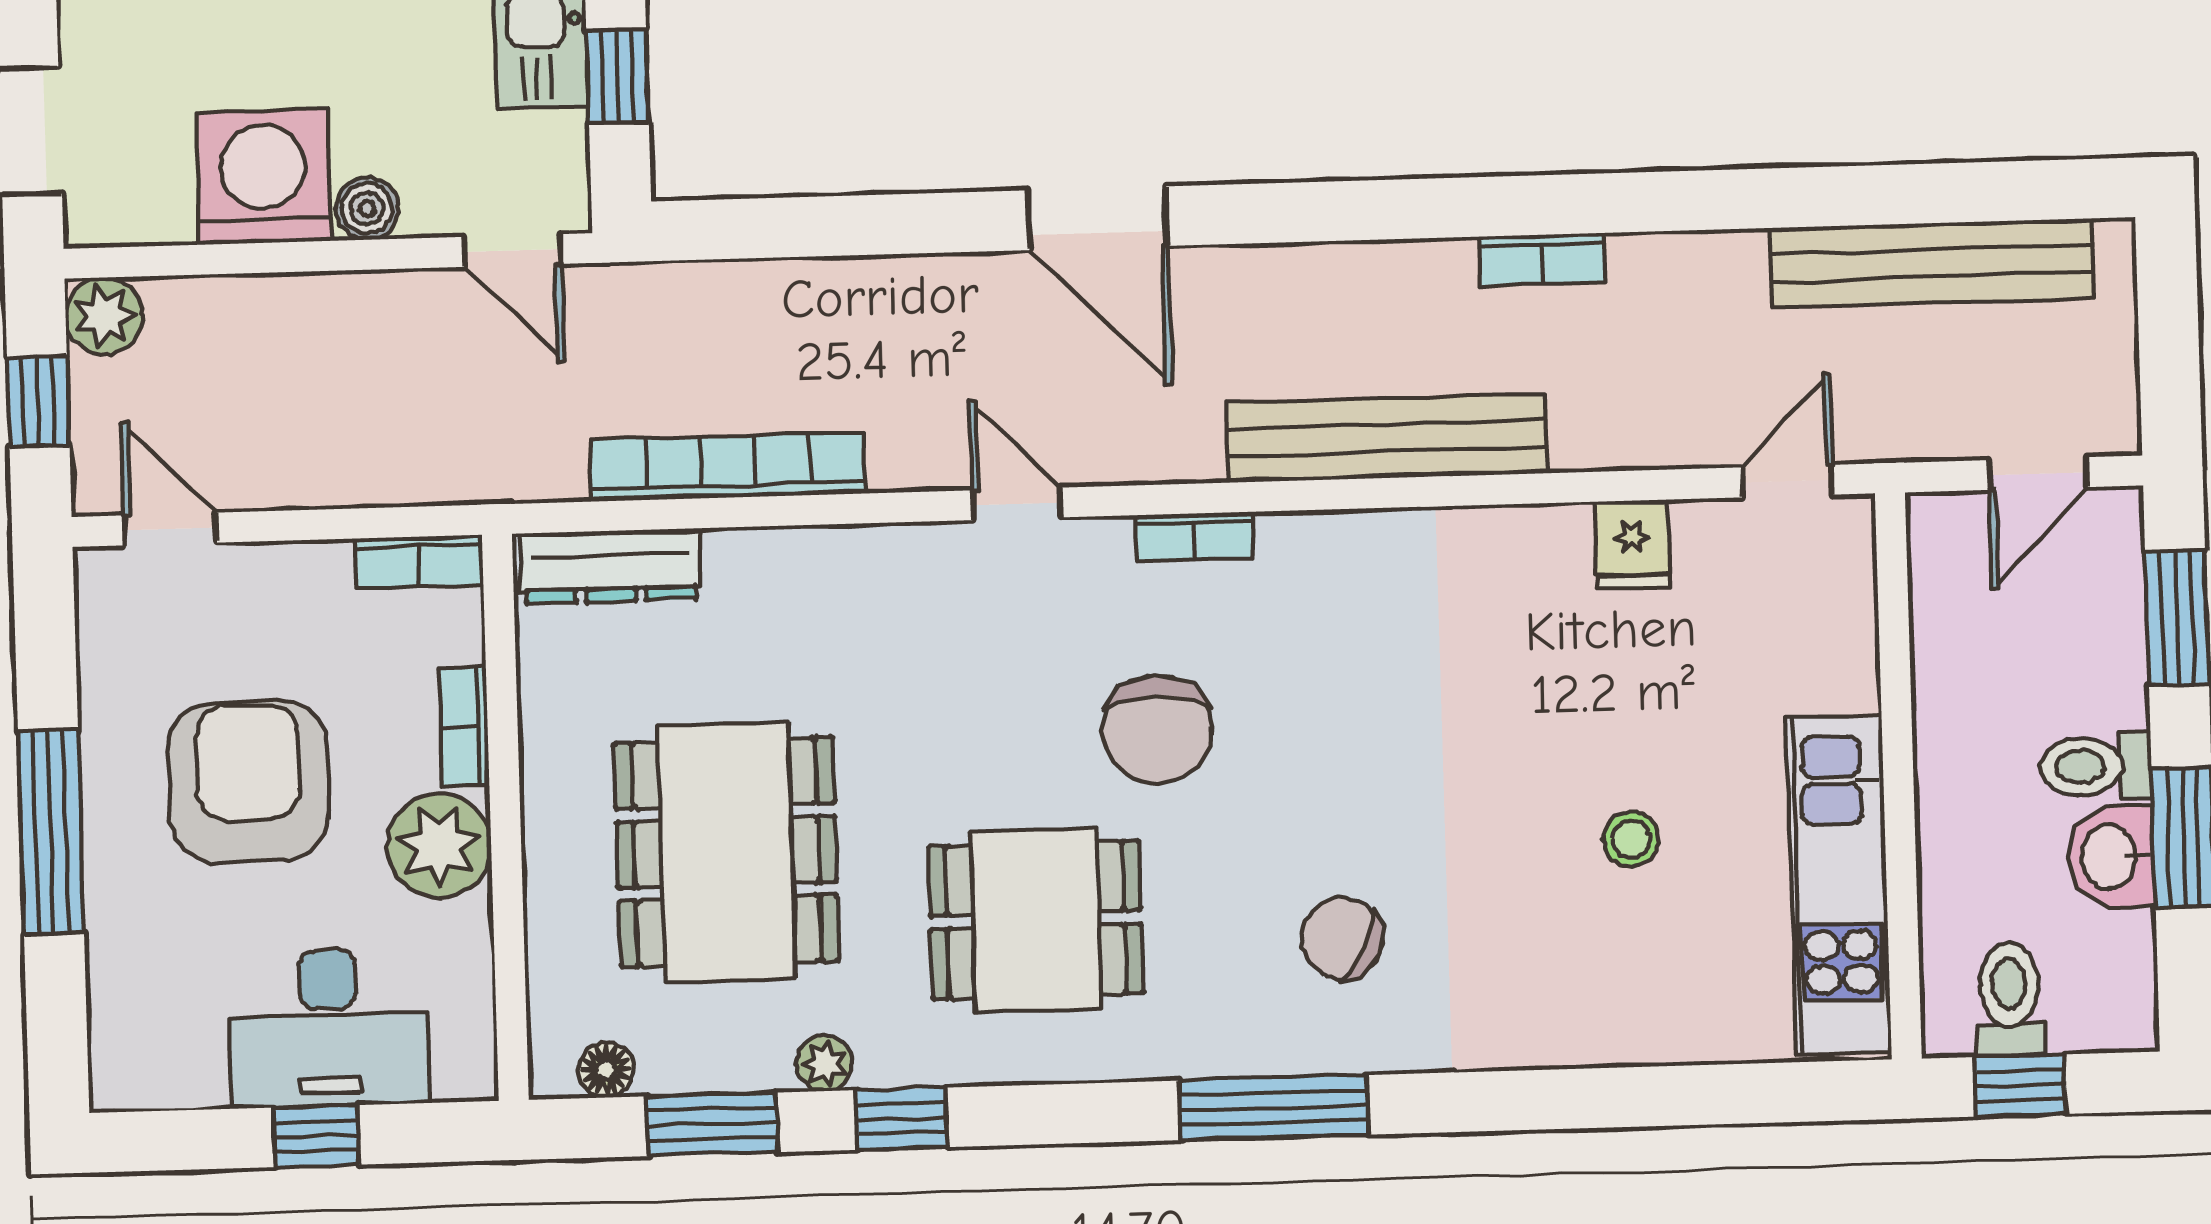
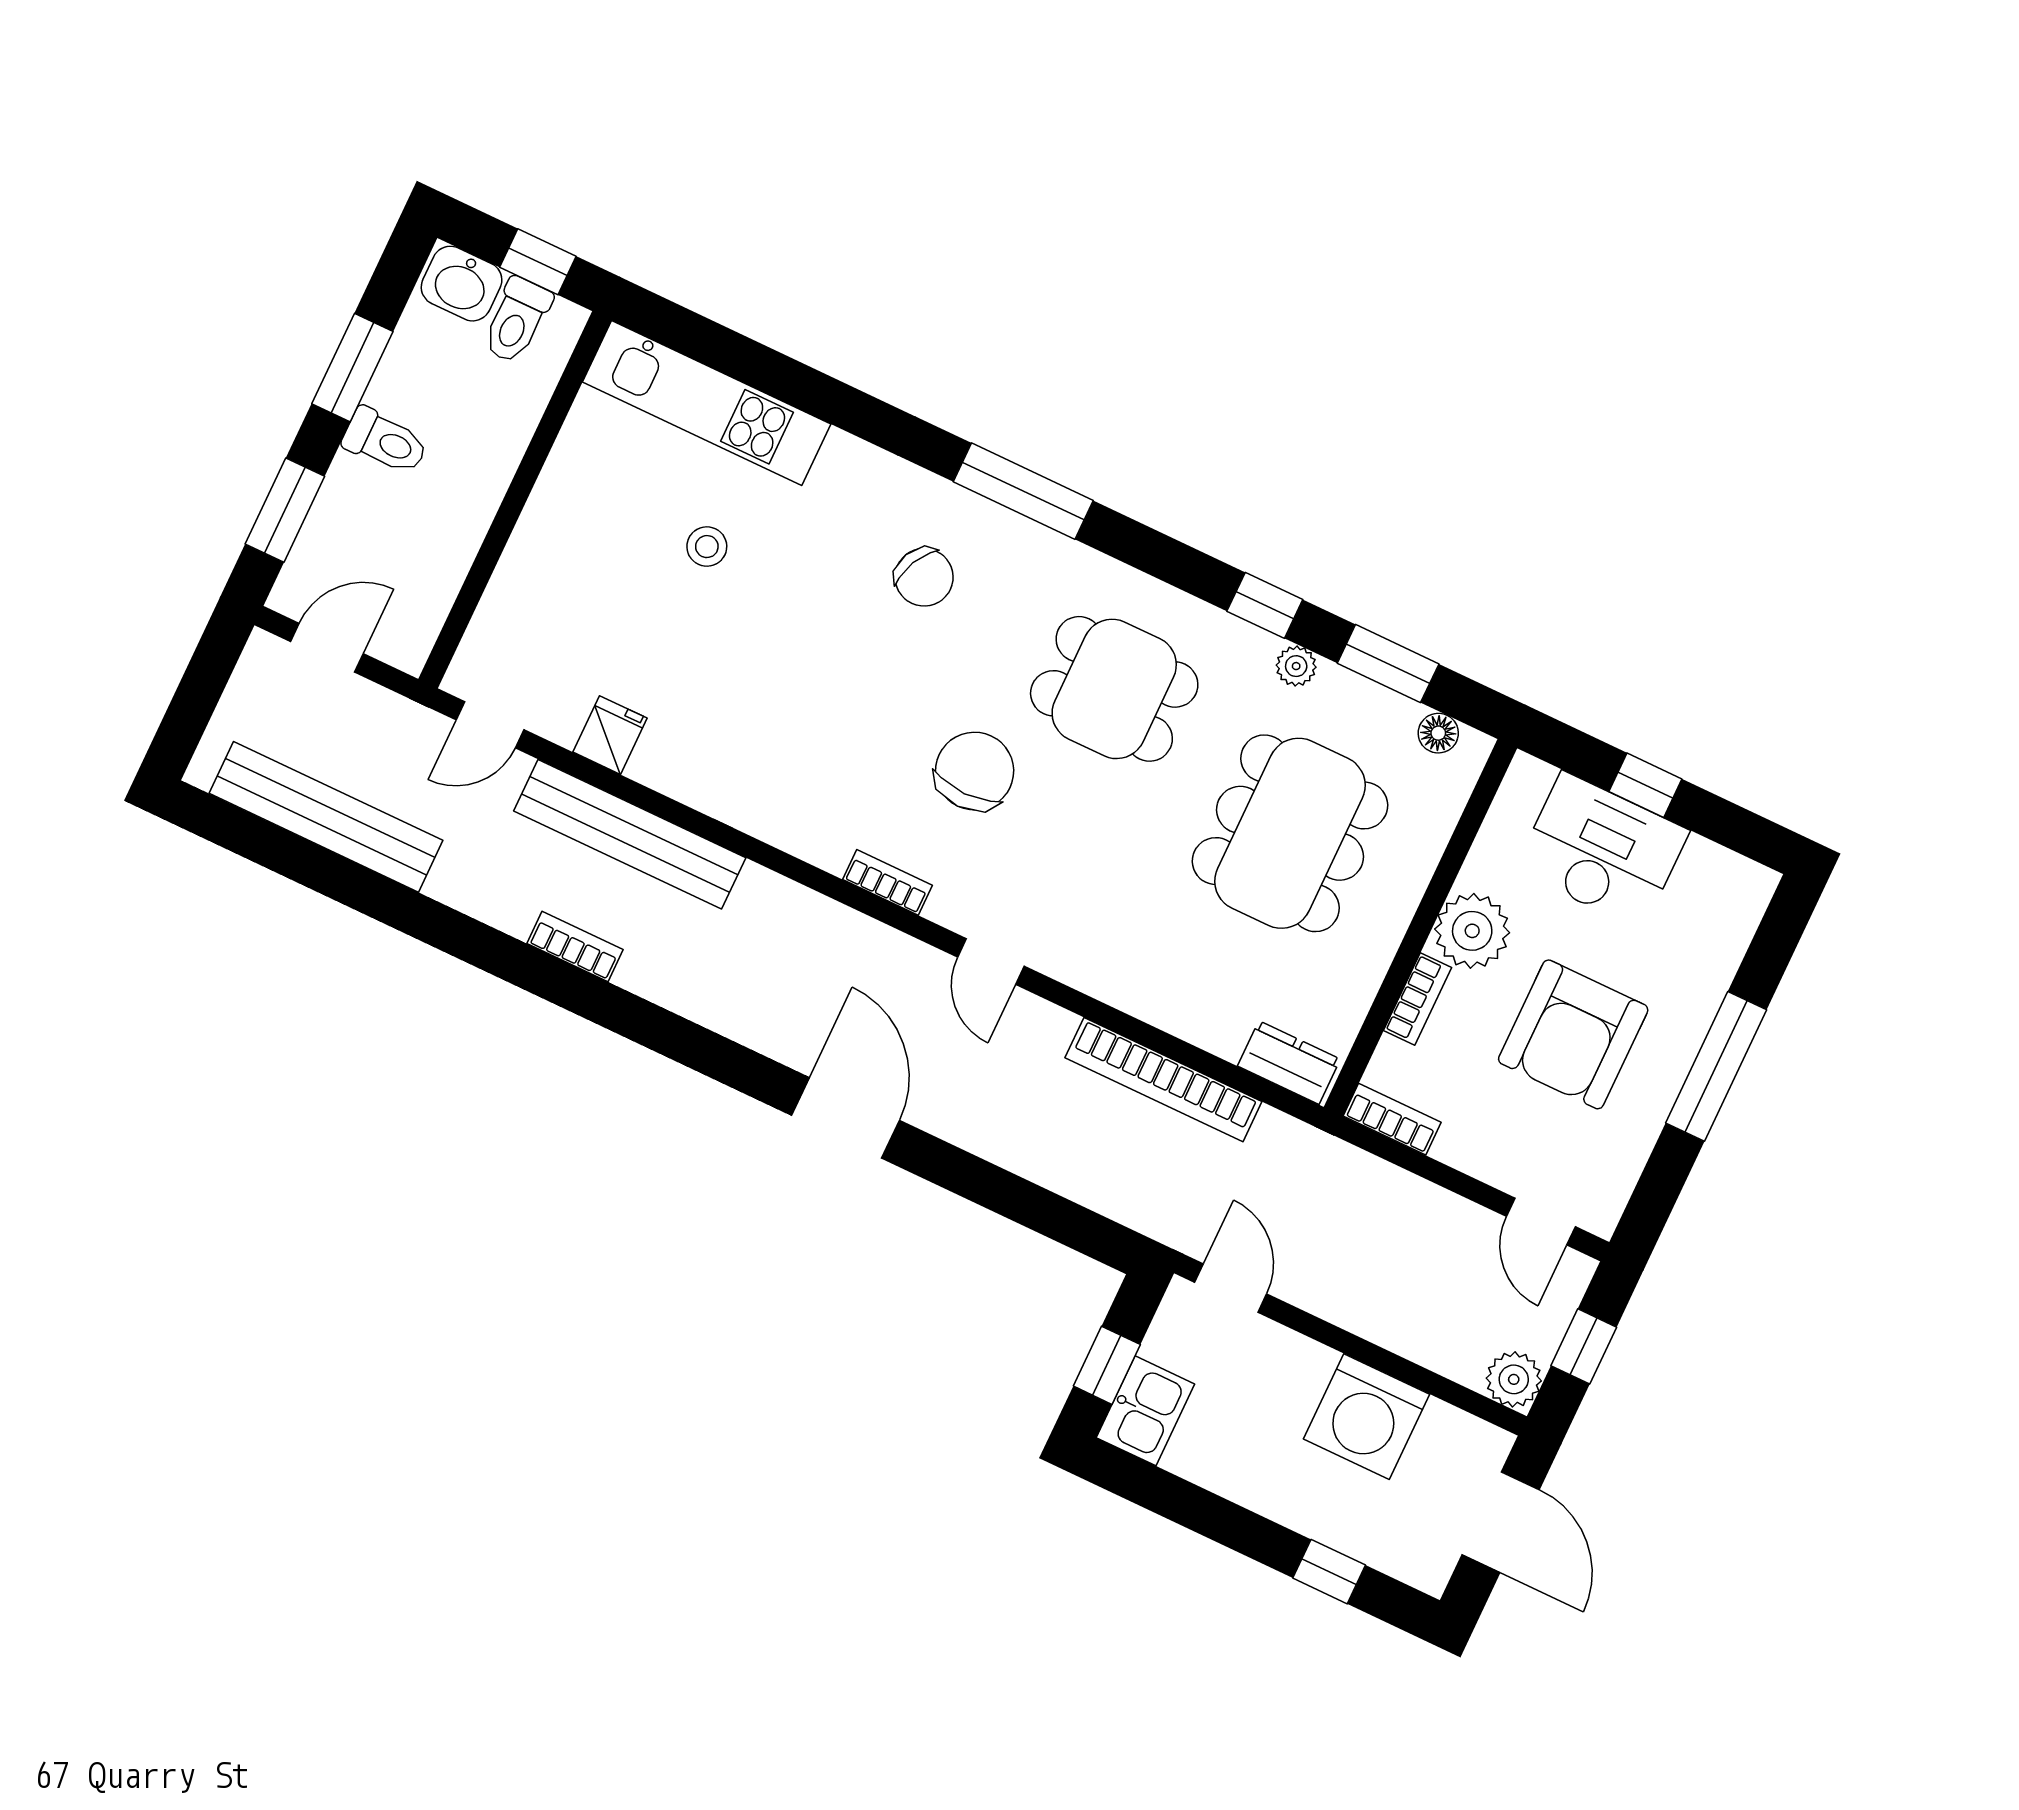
boiler: (367, 209) -> (1310, 1362), removed
bench: (1387, 438) -> (630, 834), moved
dresser: (610, 566) -> (1289, 1063), width x0.70
washbasin: (2111, 856) -> (462, 284), moved, turned 90
kitchen unit: (1839, 885) -> (707, 403), moved, turned 90

